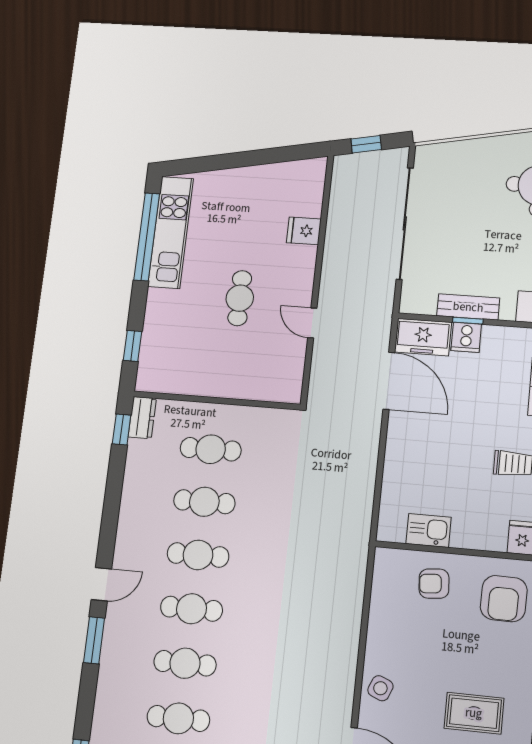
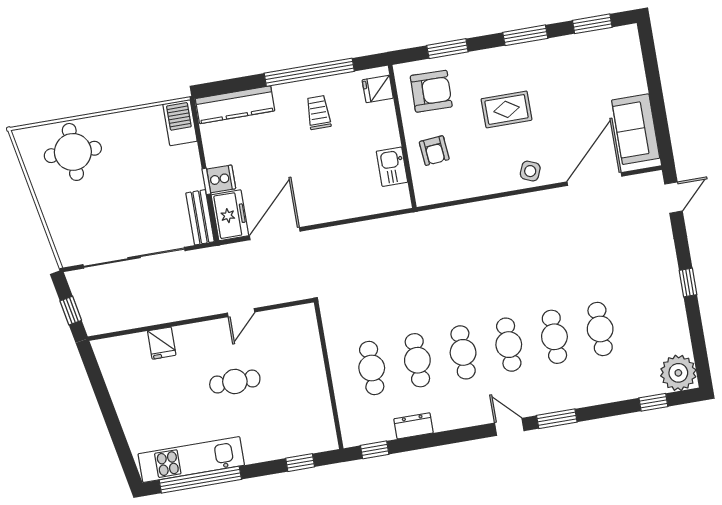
bench: (468, 307) -> (200, 217), moved
dresser: (142, 418) -> (414, 426), moved
rug: (474, 713) -> (507, 109), moved, turned 90

